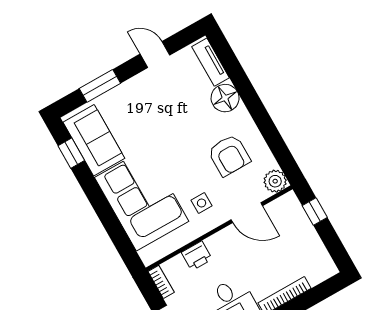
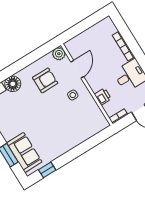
sofa: (94, 140) -> (24, 152), moved, turned 90
corner sofa: (142, 199) -> (72, 129), removed
window: (315, 212) -> (75, 31), removed

